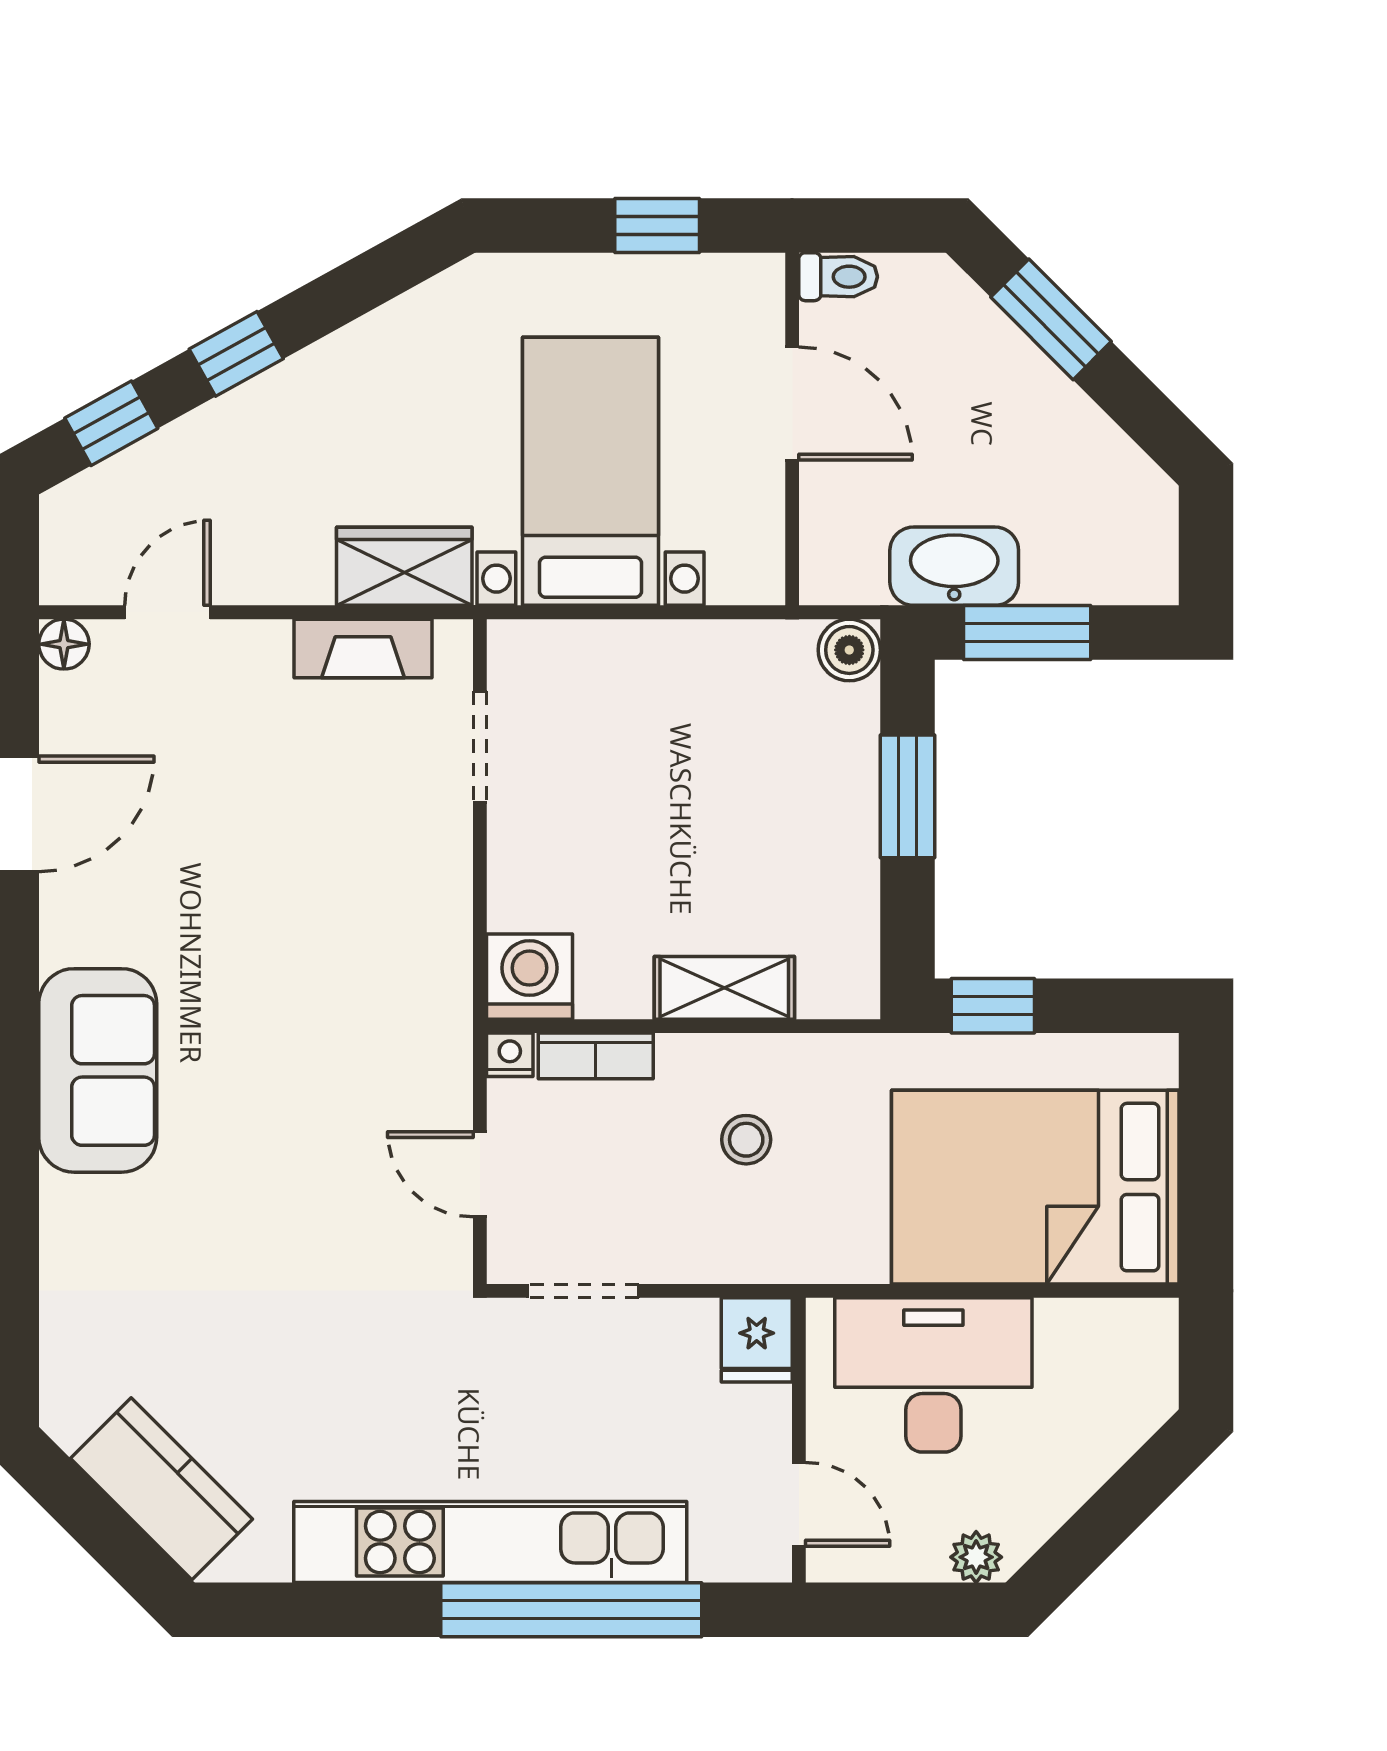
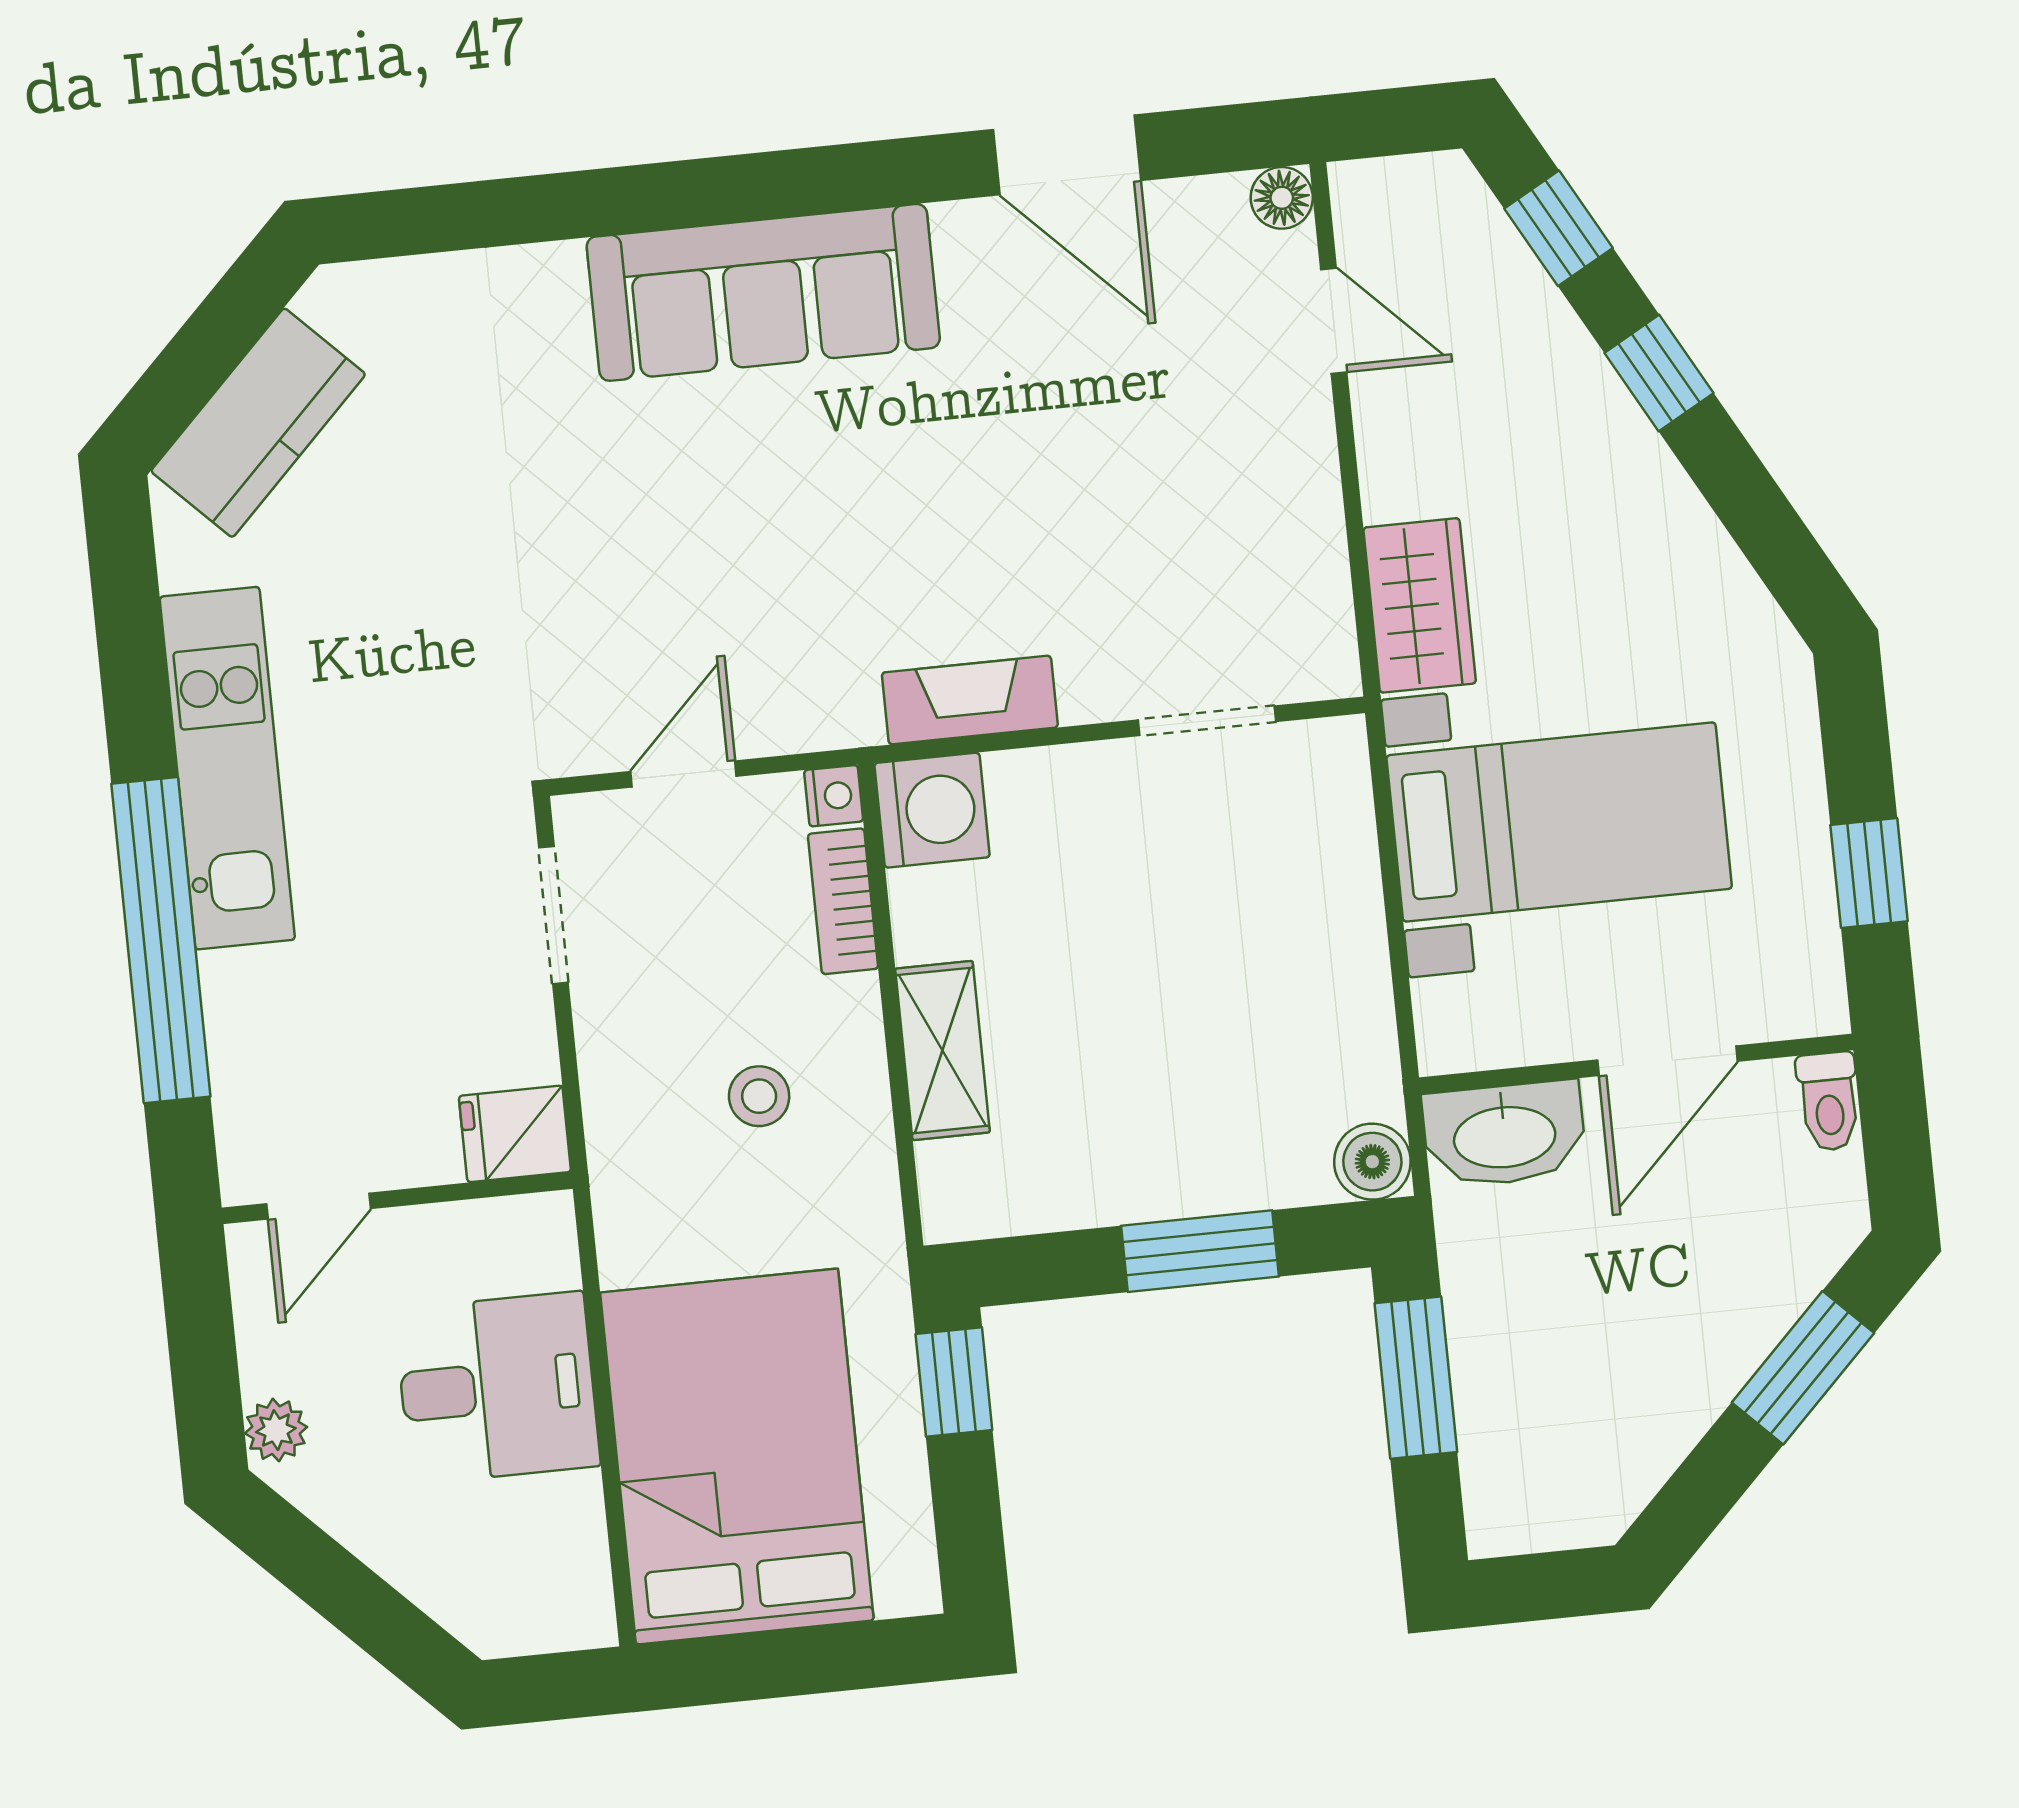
washbasin: (954, 566) -> (1504, 1134), moved, turned 90
fireplace: (363, 648) -> (970, 700), moved, turned 90
sofa: (98, 1070) -> (763, 292), width x1.36
desk: (933, 1375) -> (497, 1388), width x0.73
kitchen unit: (490, 1542) -> (227, 768), width x0.73

